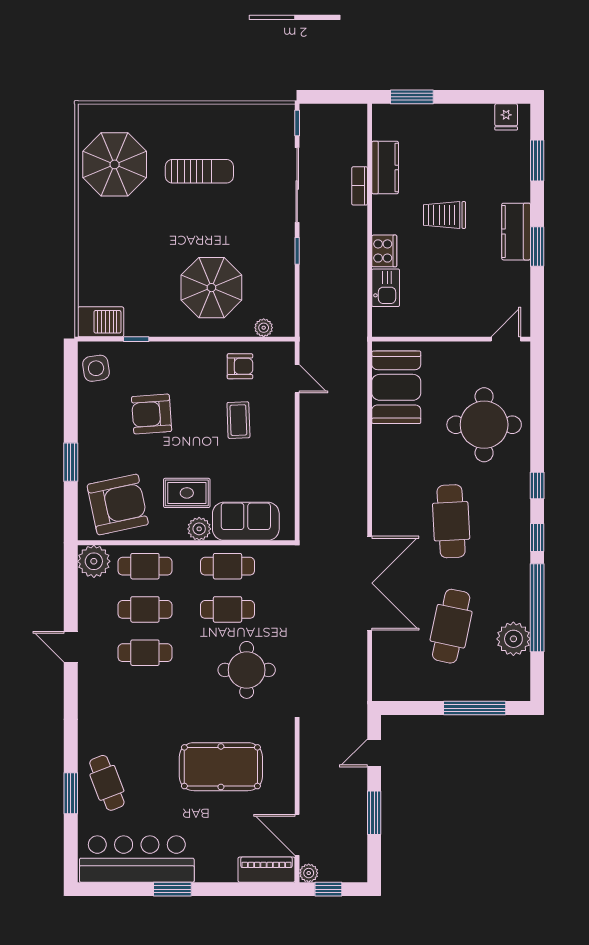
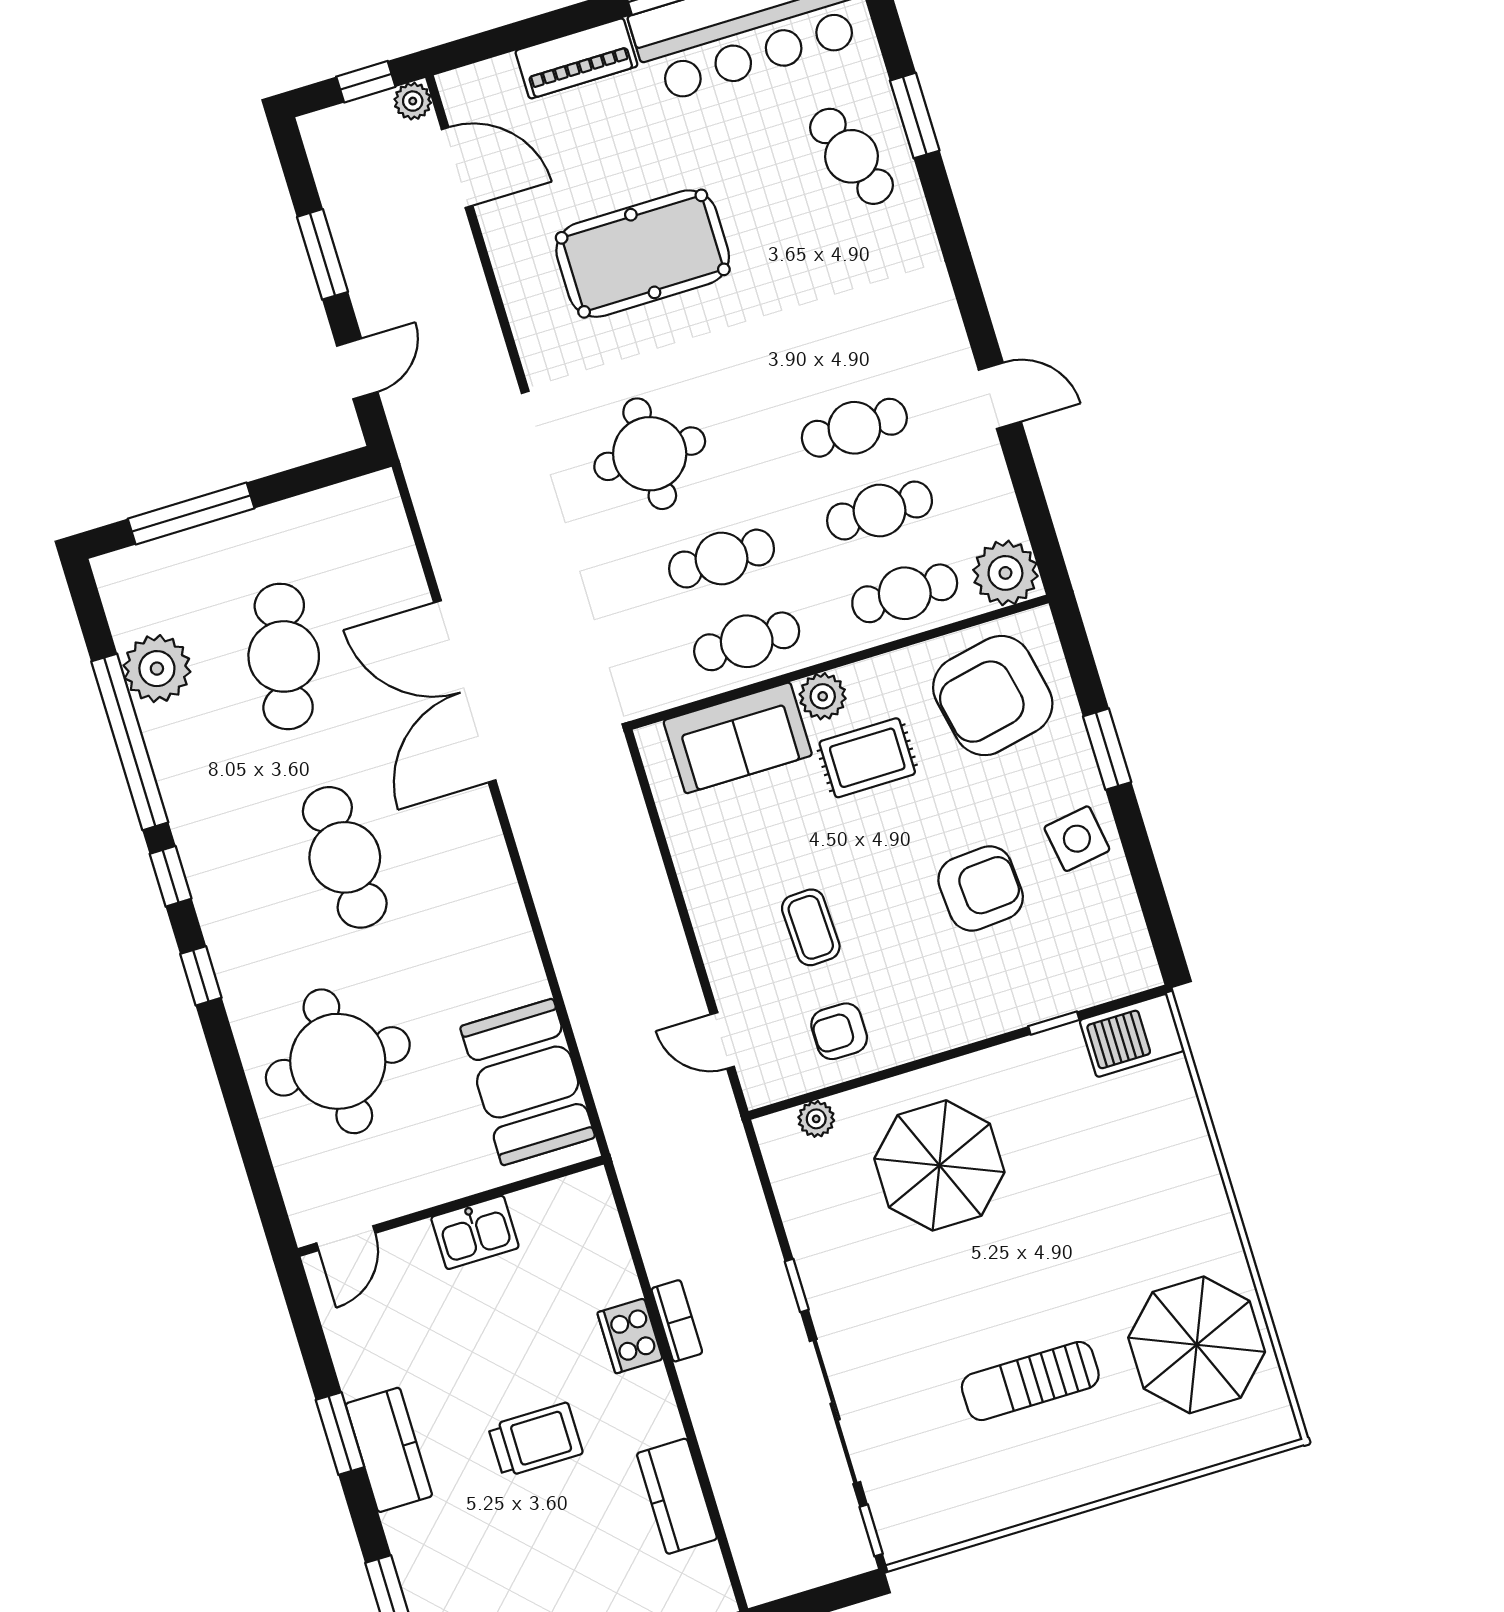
bookcase: (360, 186) -> (677, 1321), moved
kitchen sink: (386, 288) -> (475, 1232), moved, turned -90
side table: (96, 368) -> (1077, 839), moved
piano: (267, 870) -> (576, 58), moved

